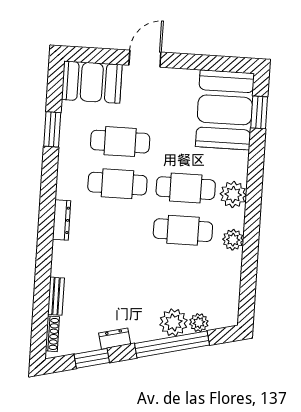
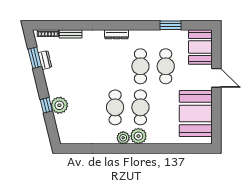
booth: (225, 110) -> (196, 113), moved, turned 90
window: (259, 112) -> (189, 148), removed
plant: (233, 240) -> (123, 138), moved
plant: (199, 323) -> (60, 120), removed
dresser: (115, 339) -> (45, 60), moved
window: (172, 344) -> (46, 105), width x0.32

